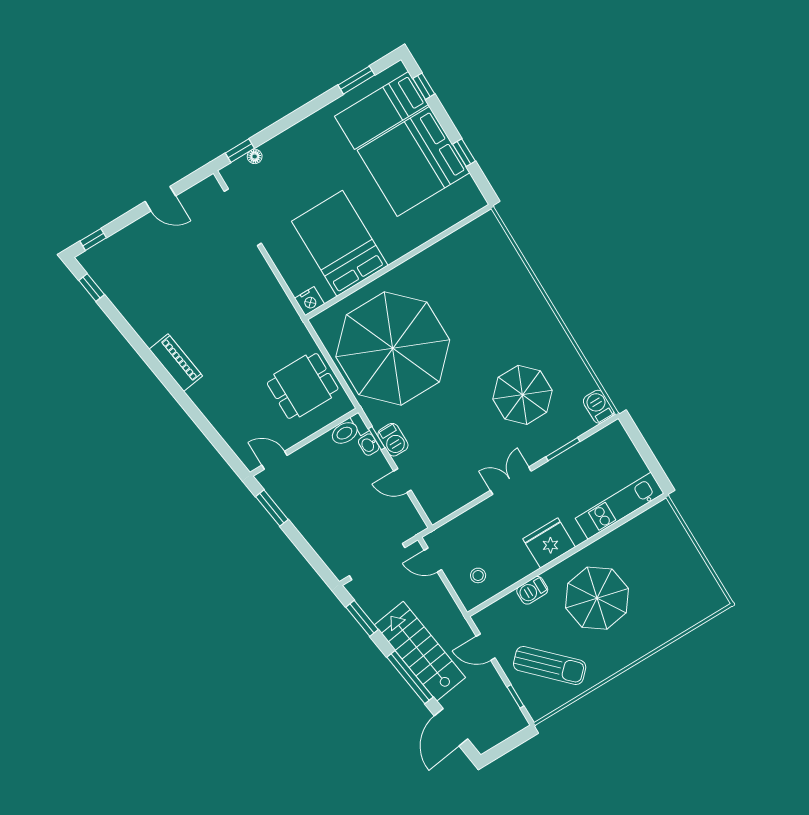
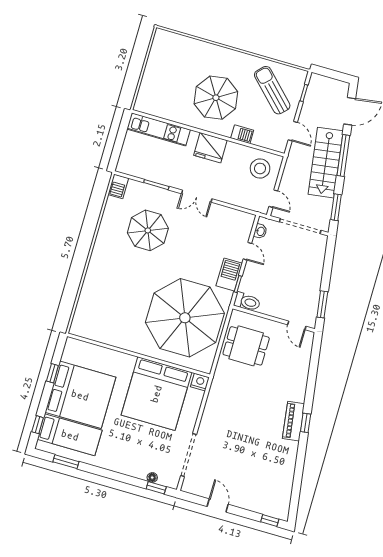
bed: (340, 243) -> (156, 394), width x1.36
window: (92, 287) -> (306, 423), moved
barbecue: (393, 440) -> (229, 275), width x1.38, depth x1.27
washbasin: (369, 445) -> (260, 231), moved
stool: (478, 575) -> (260, 168), width x1.89, depth x1.89

